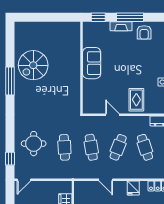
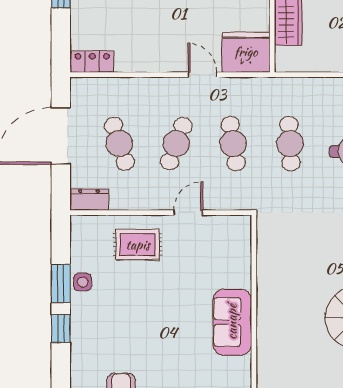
rug: (136, 100) -> (138, 245), turned 90
door: (112, 115) -> (188, 213), swing flipped
fridge: (133, 188) -> (246, 52), moved, width x1.88, depth x1.34

